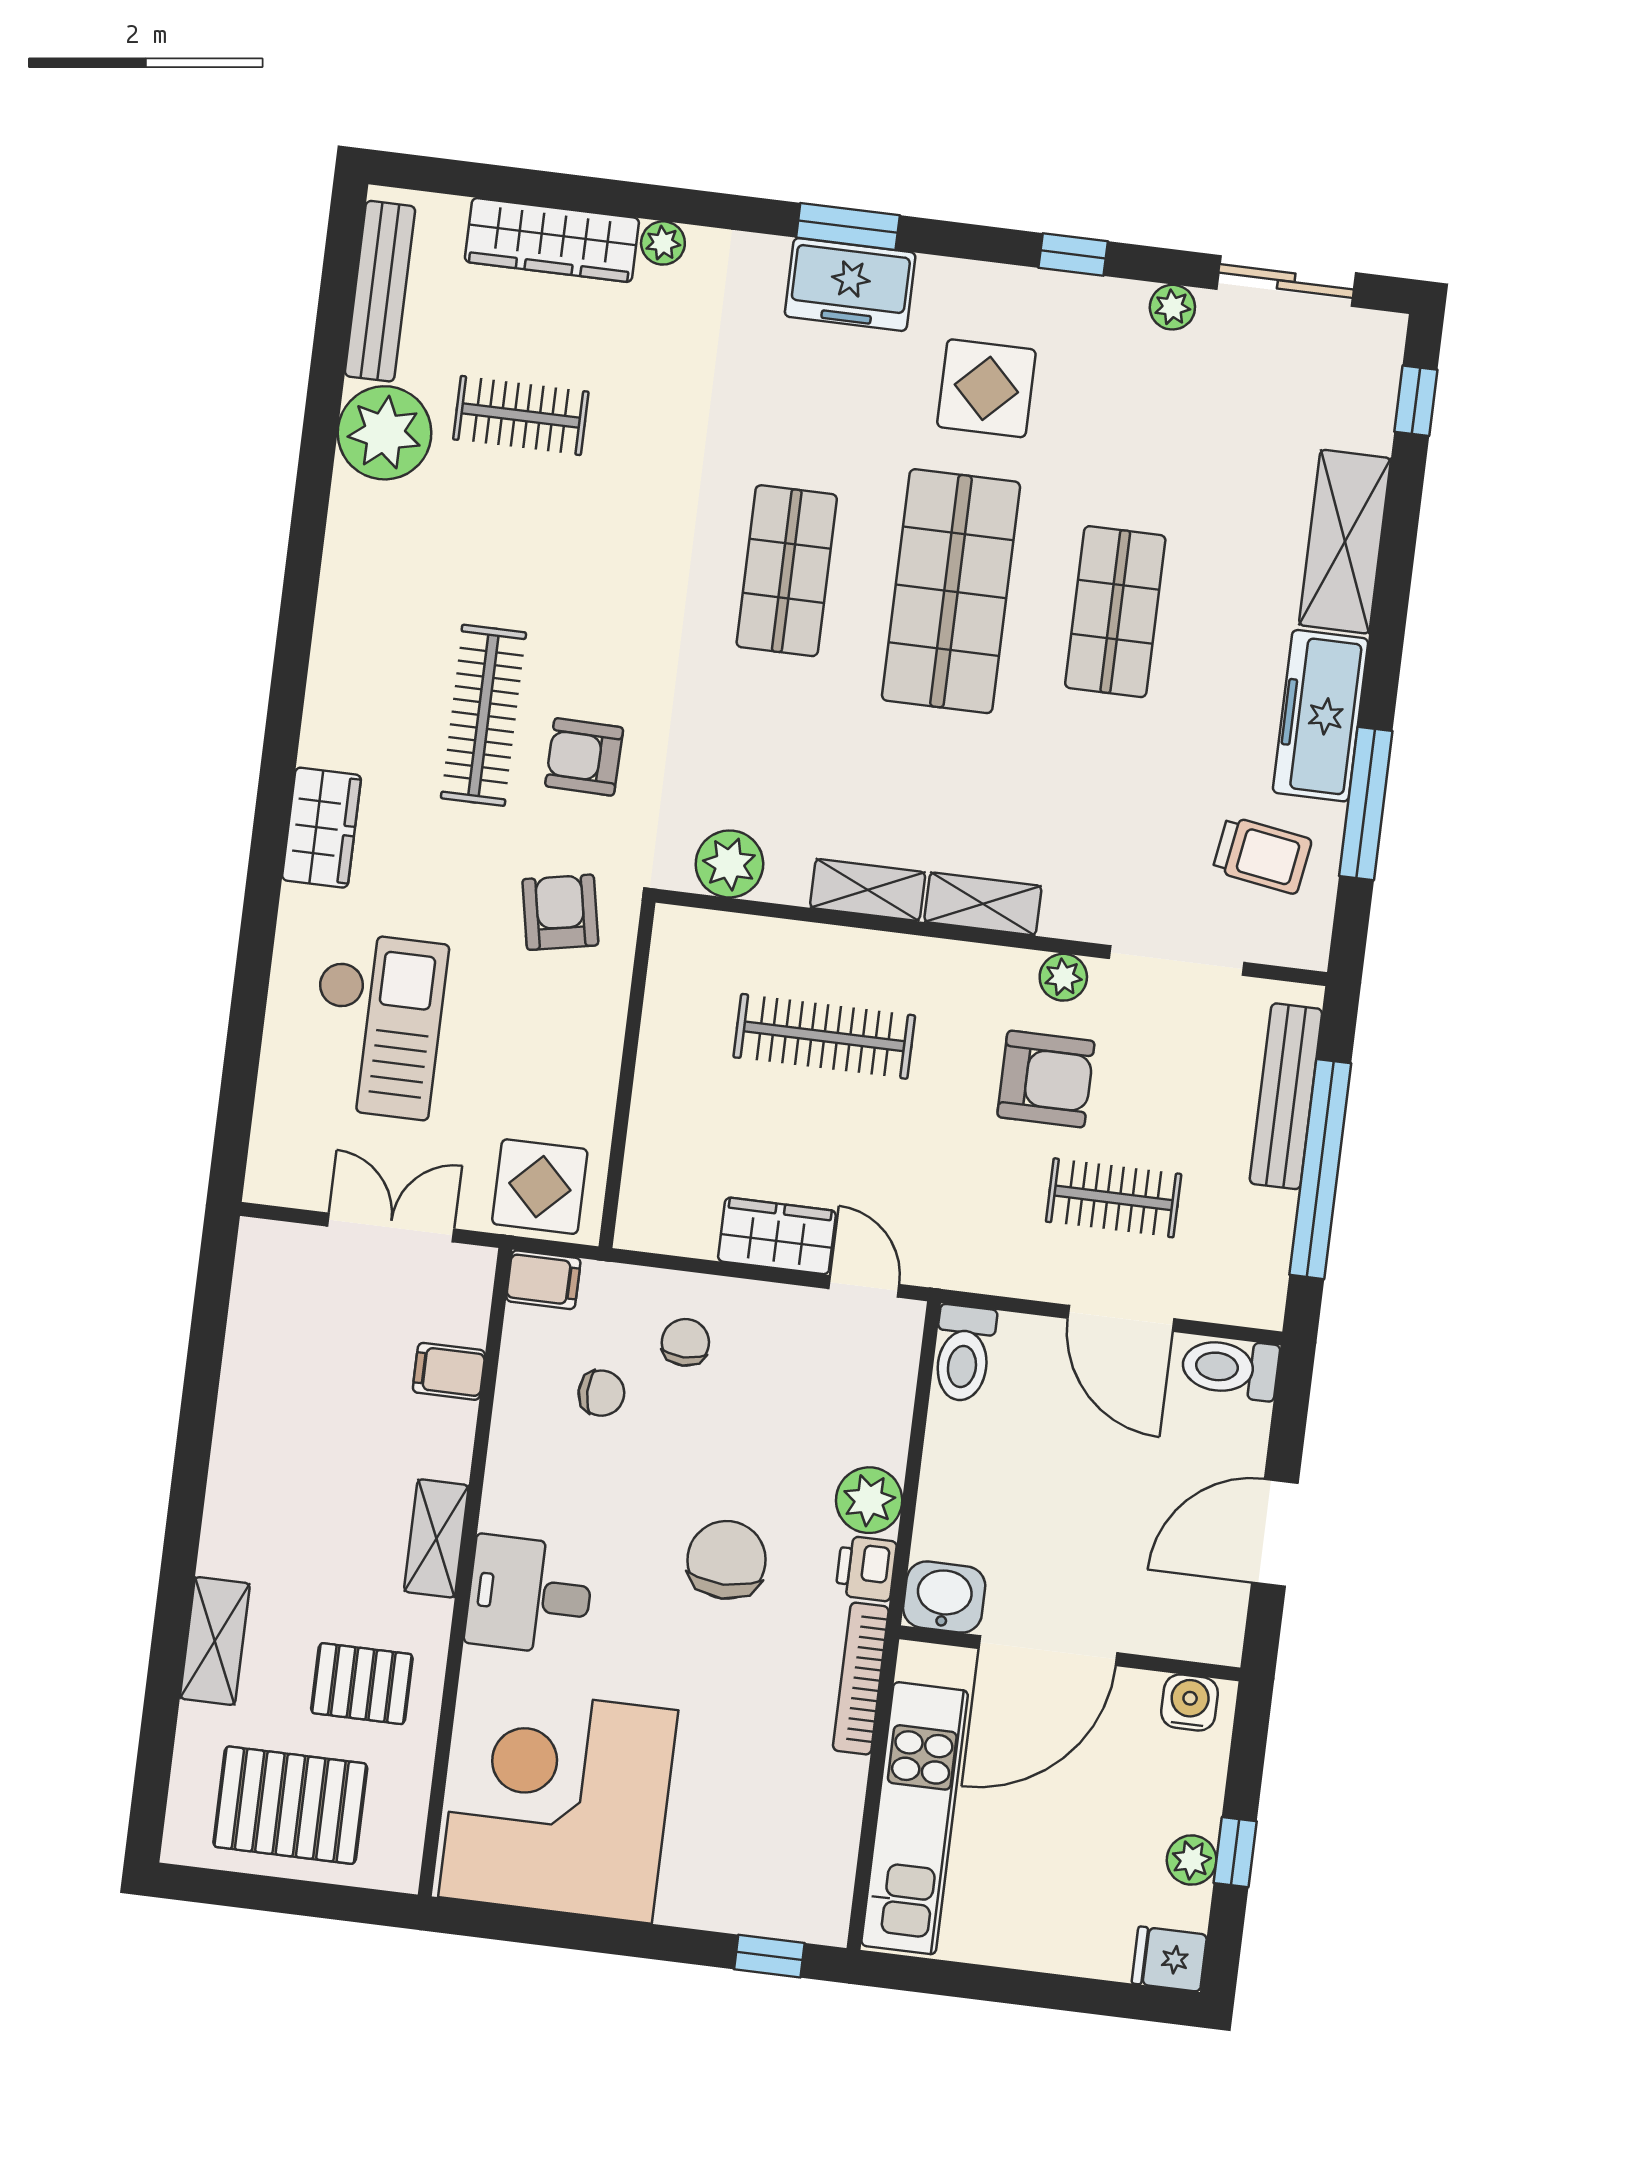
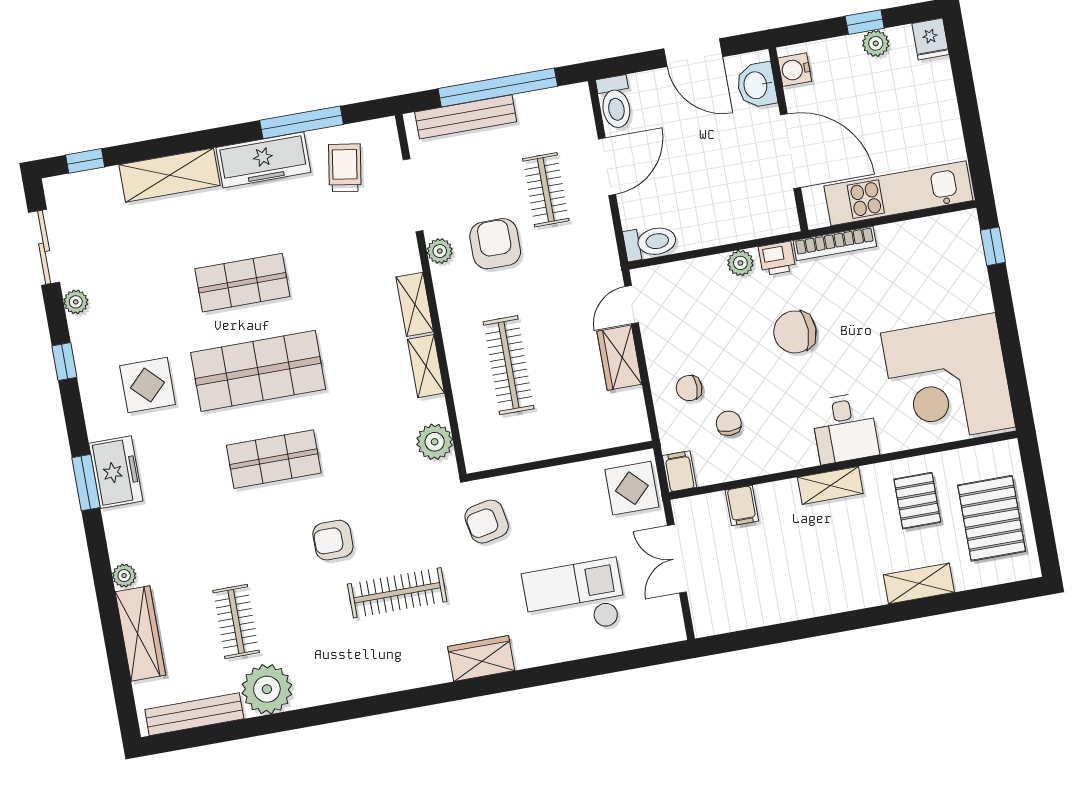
armchair: (584, 757) -> (333, 540), moved, turned 89
plant: (869, 1500) -> (740, 263), width x0.73, depth x0.73
washbasin: (944, 1597) -> (756, 85), moved

